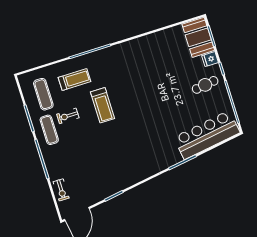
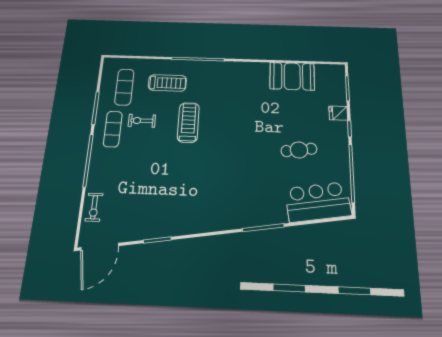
booth: (198, 37) -> (292, 76), moved, turned 90
cafe table: (205, 85) -> (299, 150), moved
treadmill: (103, 105) -> (188, 122), turned 180
bar counter: (207, 135) -> (318, 202), width x0.73

